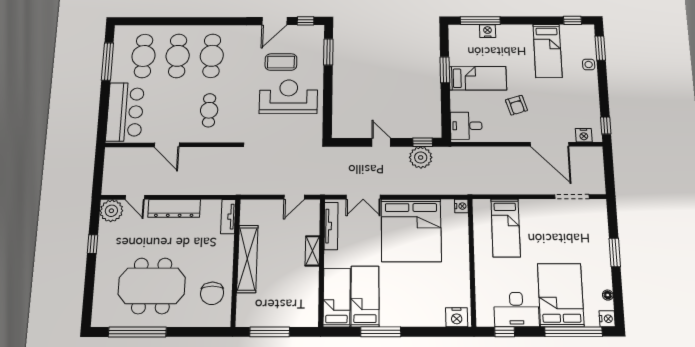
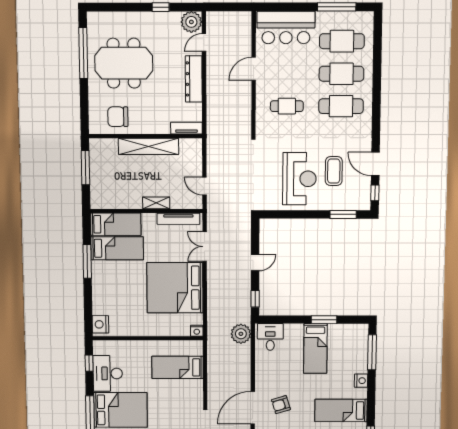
nightstand: (488, 31) -> (361, 381), moved
armchair: (516, 105) -> (281, 405), moved
plant: (421, 157) -> (241, 334), moved
meeting table: (152, 286) -> (124, 63), turned 90

